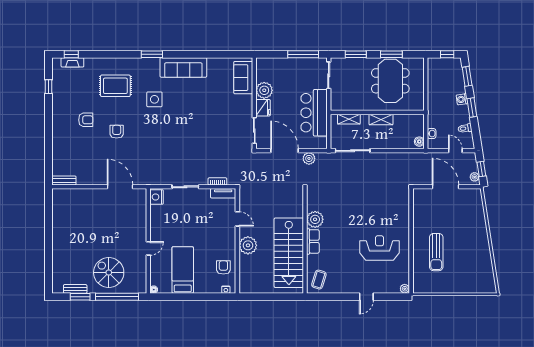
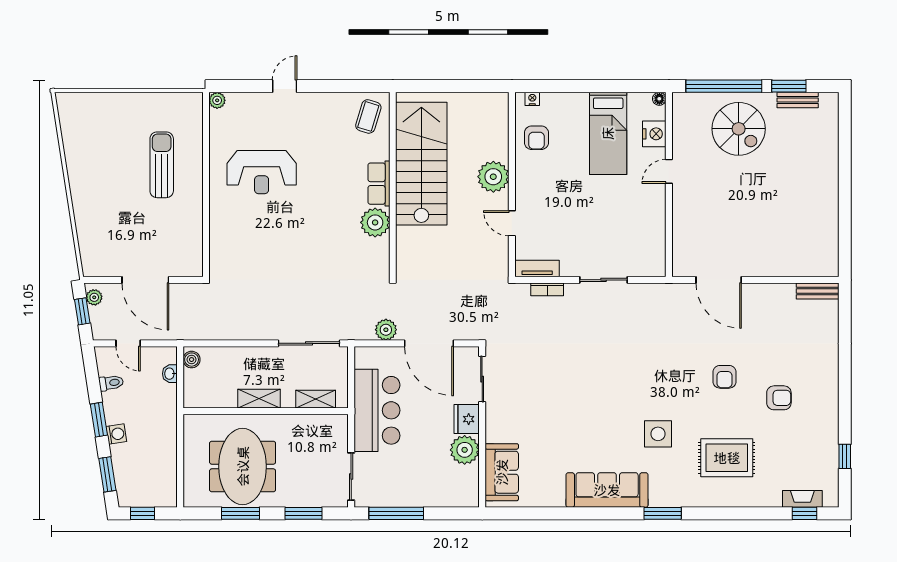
armchair: (86, 120) -> (779, 398), turned 180
nightstand: (157, 197) -> (654, 134), moved

